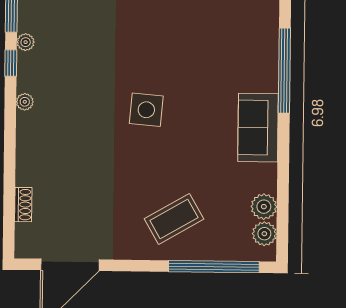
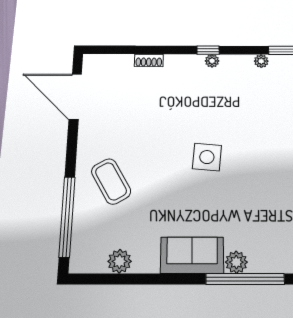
window: (11, 63) -> (208, 50), moved
shoe rack: (23, 205) -> (149, 60), moved
plant: (264, 234) -> (236, 262), moved

